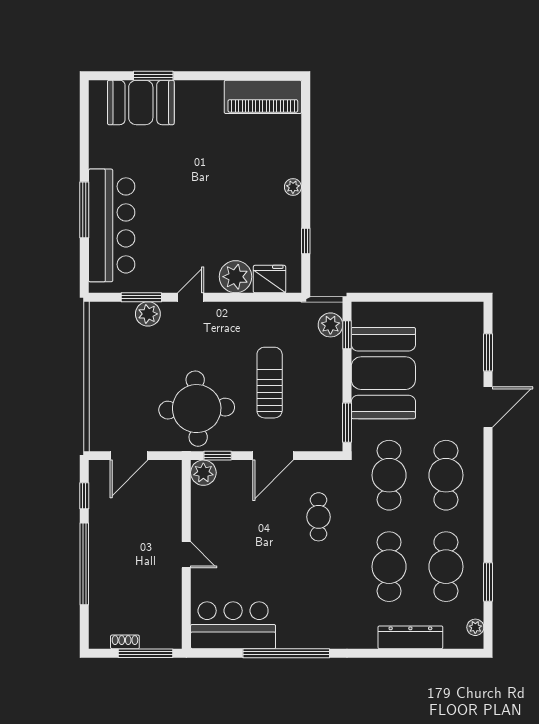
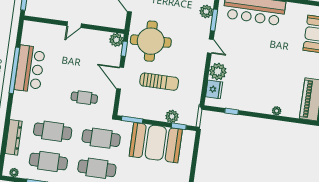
plant: (293, 187) -> (277, 111), moved
plant: (148, 314) -> (206, 11), moved
plant: (330, 325) -> (172, 116), moved
bar counter: (233, 625) -> (30, 69), moved

